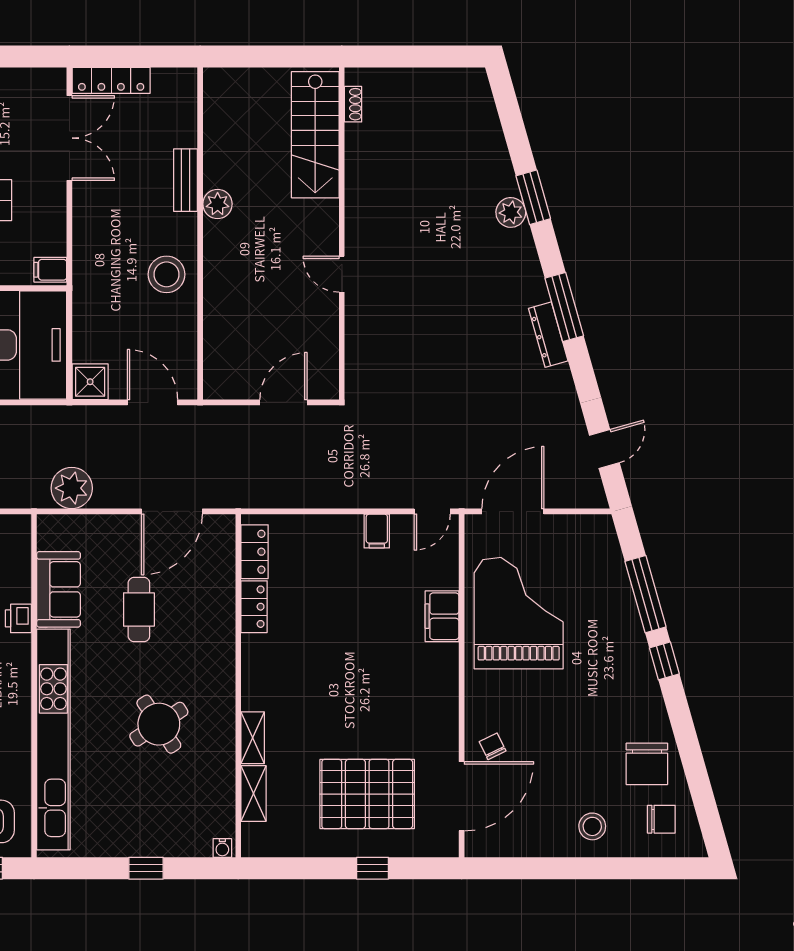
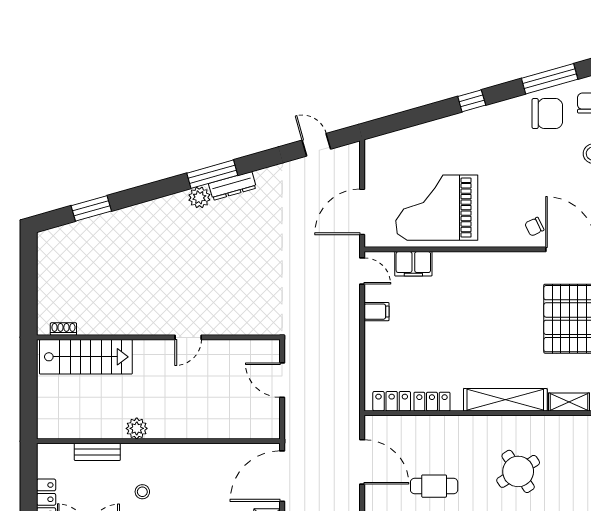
bench: (185, 180) -> (97, 452), moved
window: (533, 197) -> (91, 208), moved
plant: (511, 212) -> (199, 197), moved
stool: (167, 274) -> (142, 492), moved, width x0.53, depth x0.53
door: (152, 402) -> (282, 476), width x1.36
door: (513, 511) -> (362, 212), hinge flipped
window: (645, 594) -> (550, 79), moved
filing cabinet: (442, 616) -> (413, 264), moved
shelving: (253, 738) -> (505, 400), width x2.20, depth x1.33

